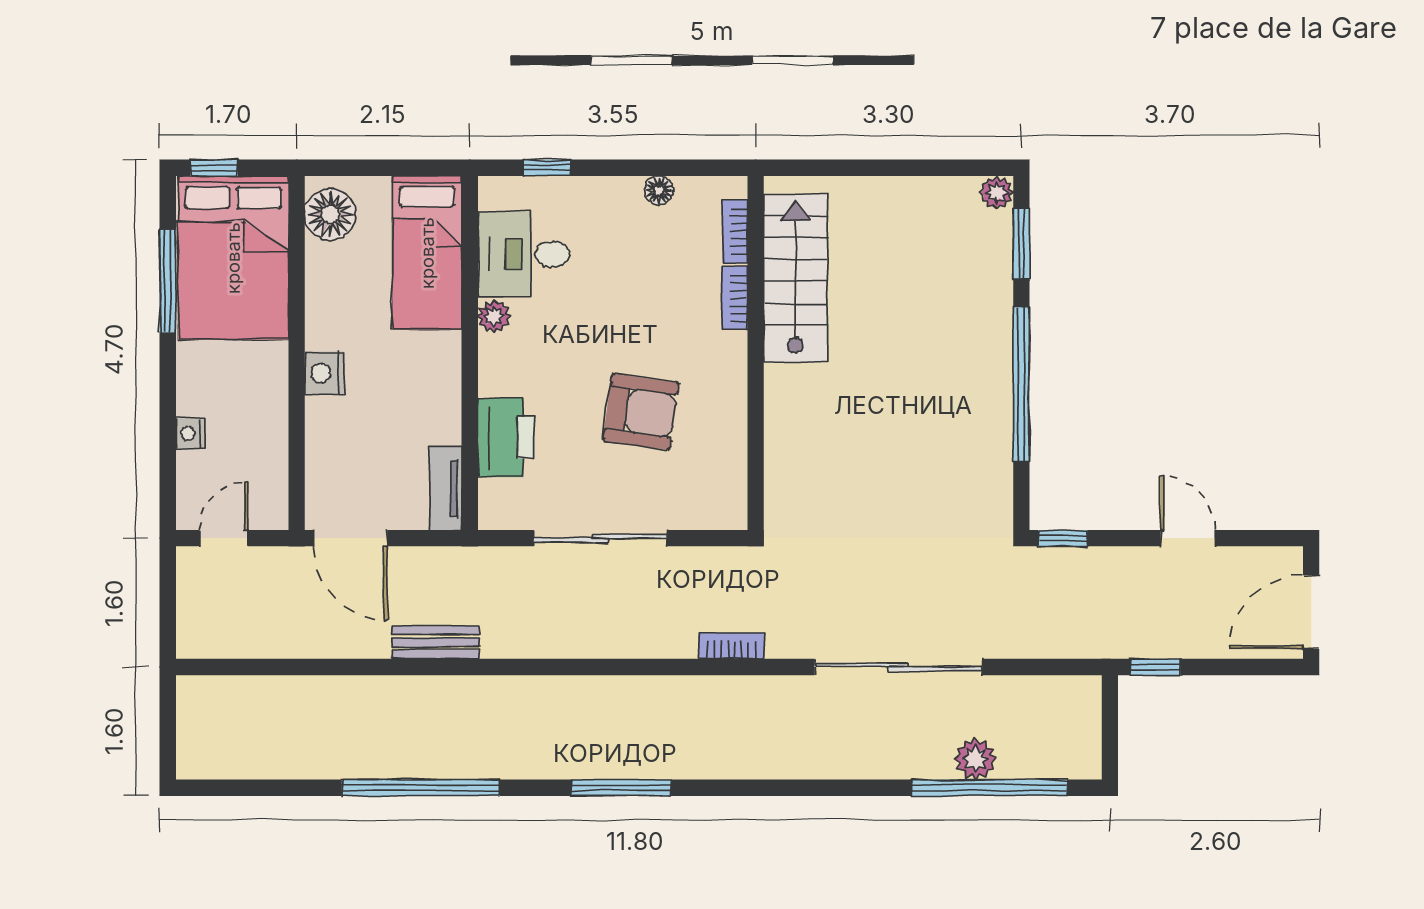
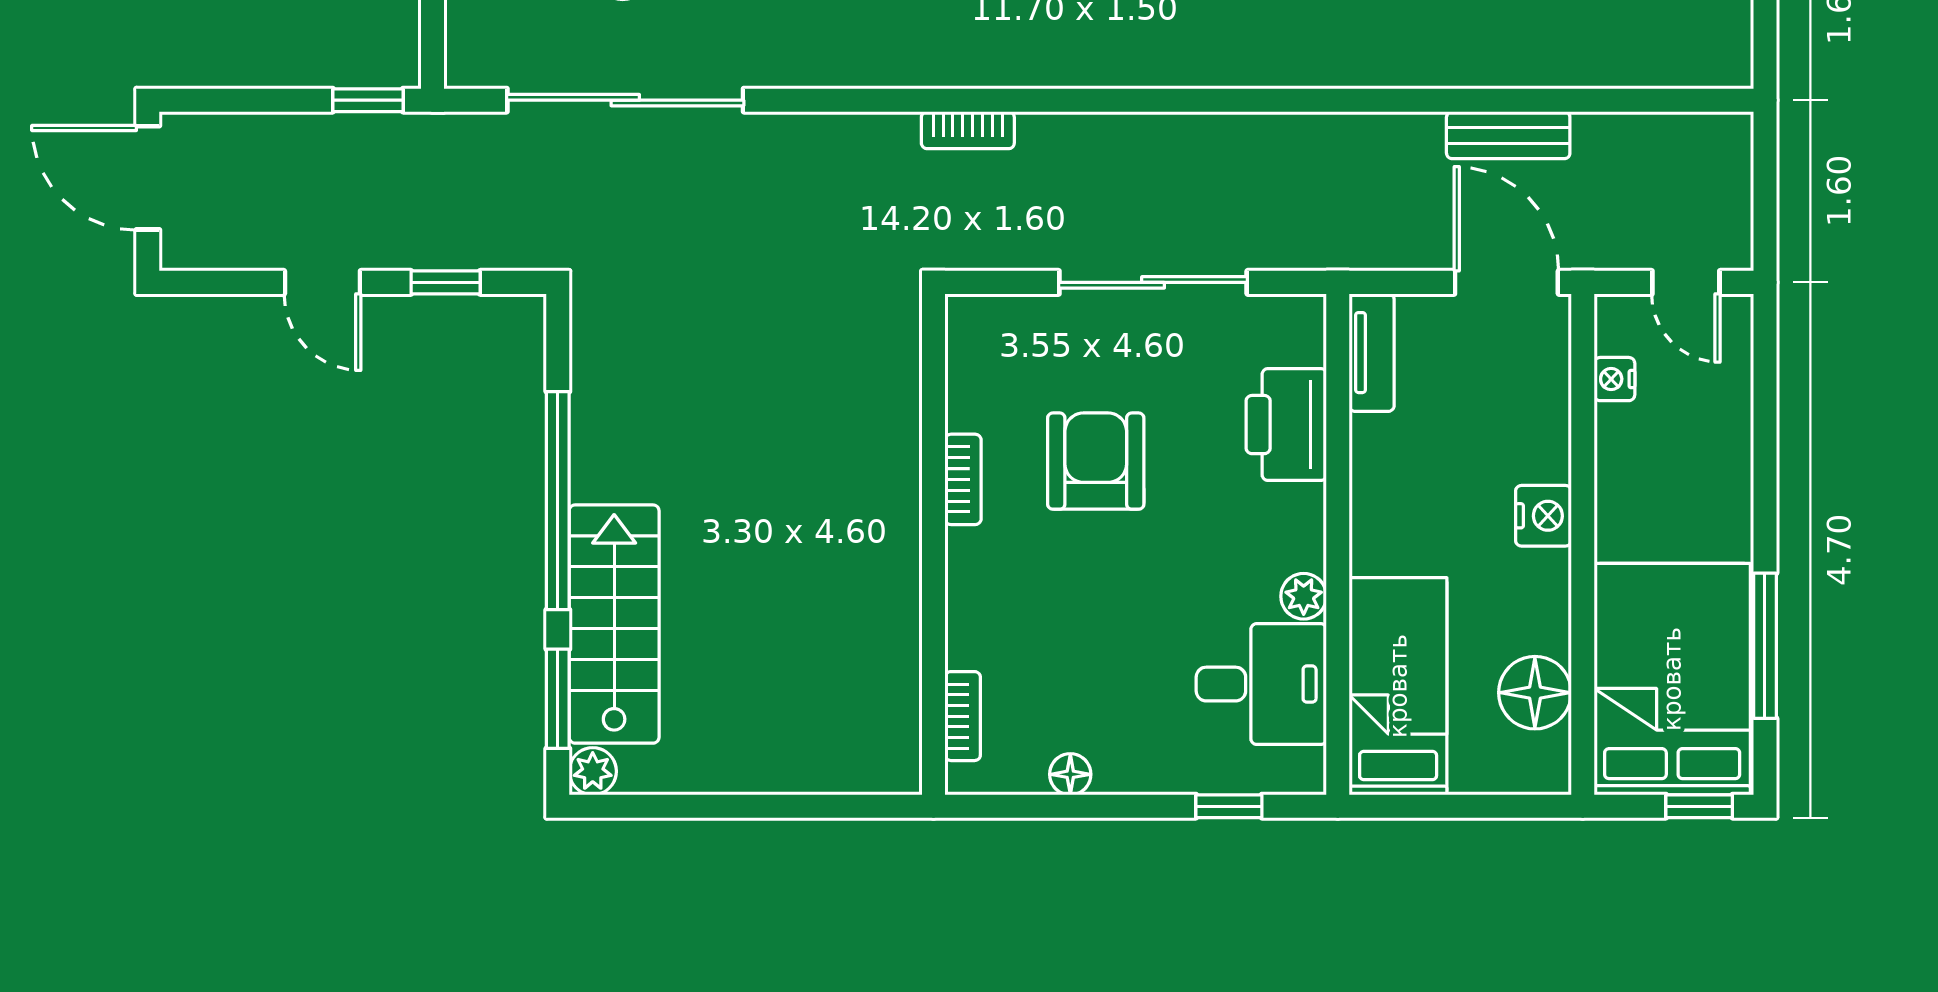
floor lamp: (330, 214) -> (1535, 693), moved
stairs: (795, 278) -> (614, 624), moved, turned 180
bookcase: (735, 298) -> (963, 479), moved
armchair: (641, 412) -> (1096, 461), turned 82
nightstand: (190, 434) -> (1614, 379), moved, turned 180
door: (224, 538) -> (1686, 282), hinge flipped
window: (1063, 538) -> (446, 282), moved
door: (1311, 612) -> (148, 178), swing flipped
bench: (436, 642) -> (1508, 135), moved
sliding door: (898, 667) -> (625, 100), moved

